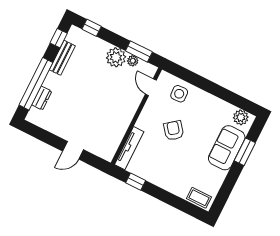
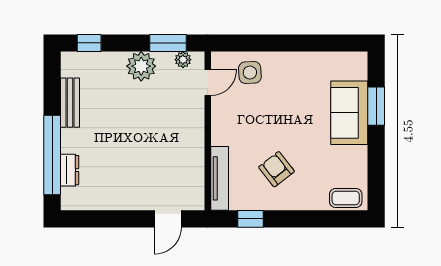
window: (59, 38) -> (52, 79), removed
plant: (133, 61) -> (183, 60), moved
door: (151, 87) -> (208, 83), swing flipped
plant: (241, 117) -> (348, 63), removed
armchair: (174, 130) -> (277, 169), moved
door: (73, 150) -> (168, 219), moved

